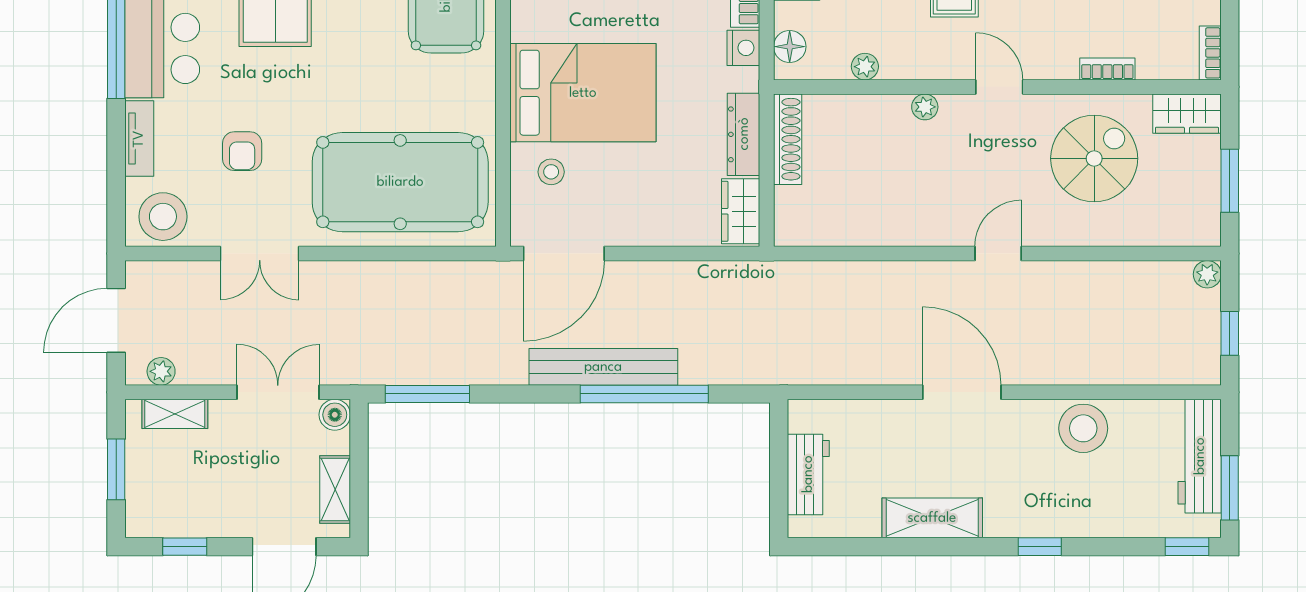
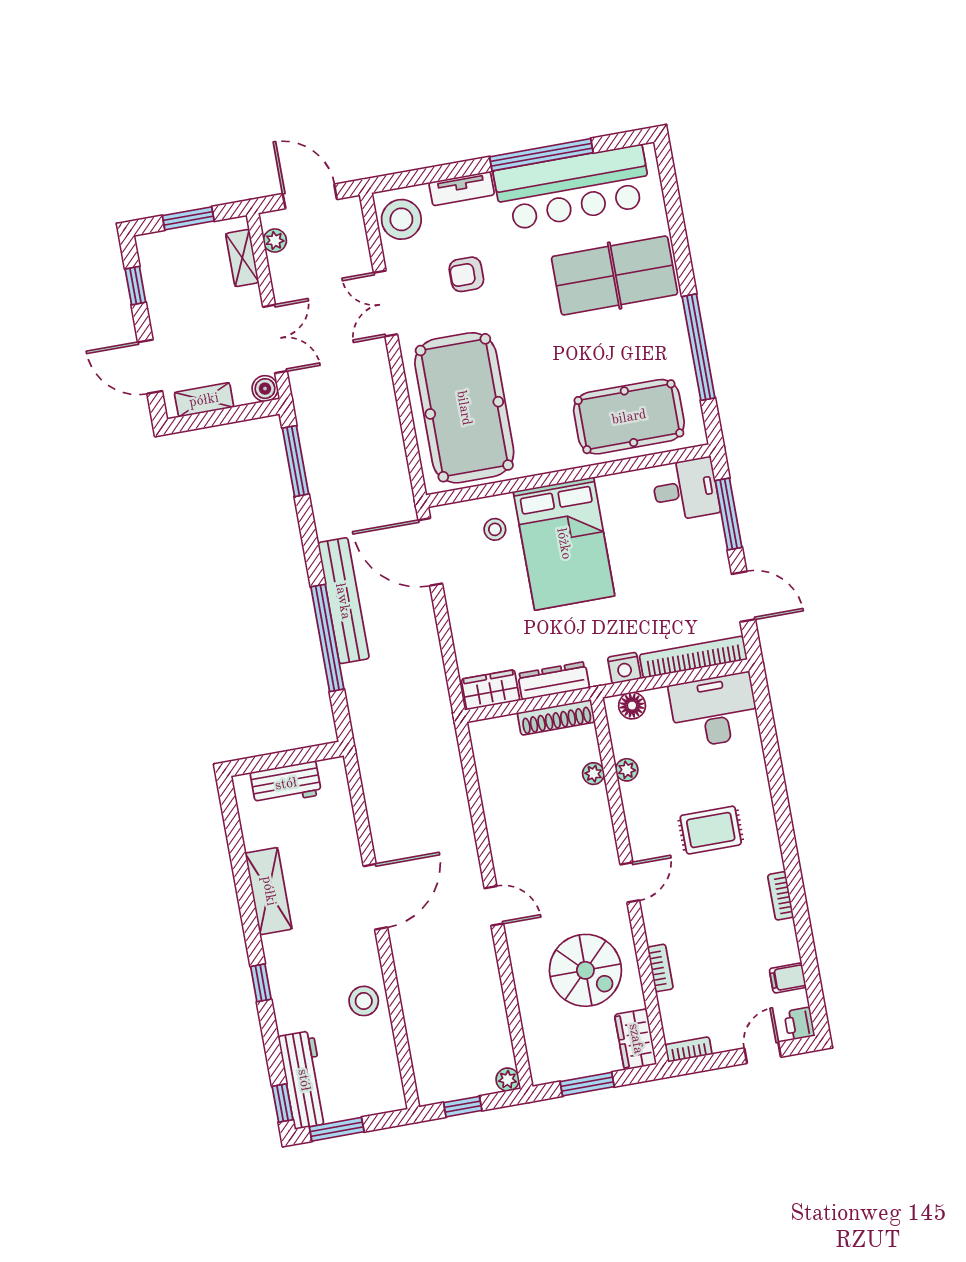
plant: (925, 107) -> (593, 774), moved
stool: (1083, 428) -> (364, 1001), width x0.73, depth x0.73
workbench: (1200, 456) -> (304, 1080), moved, turned 90

